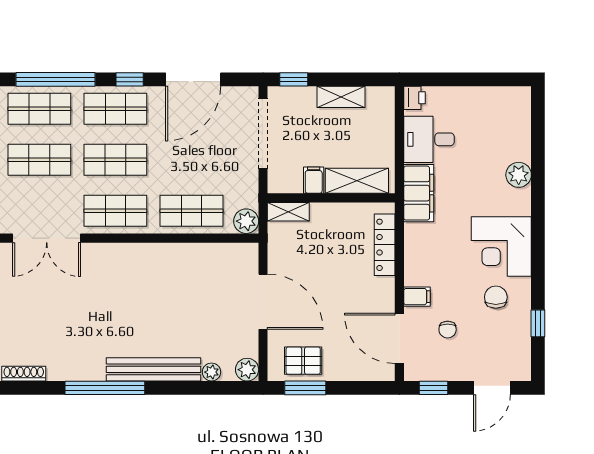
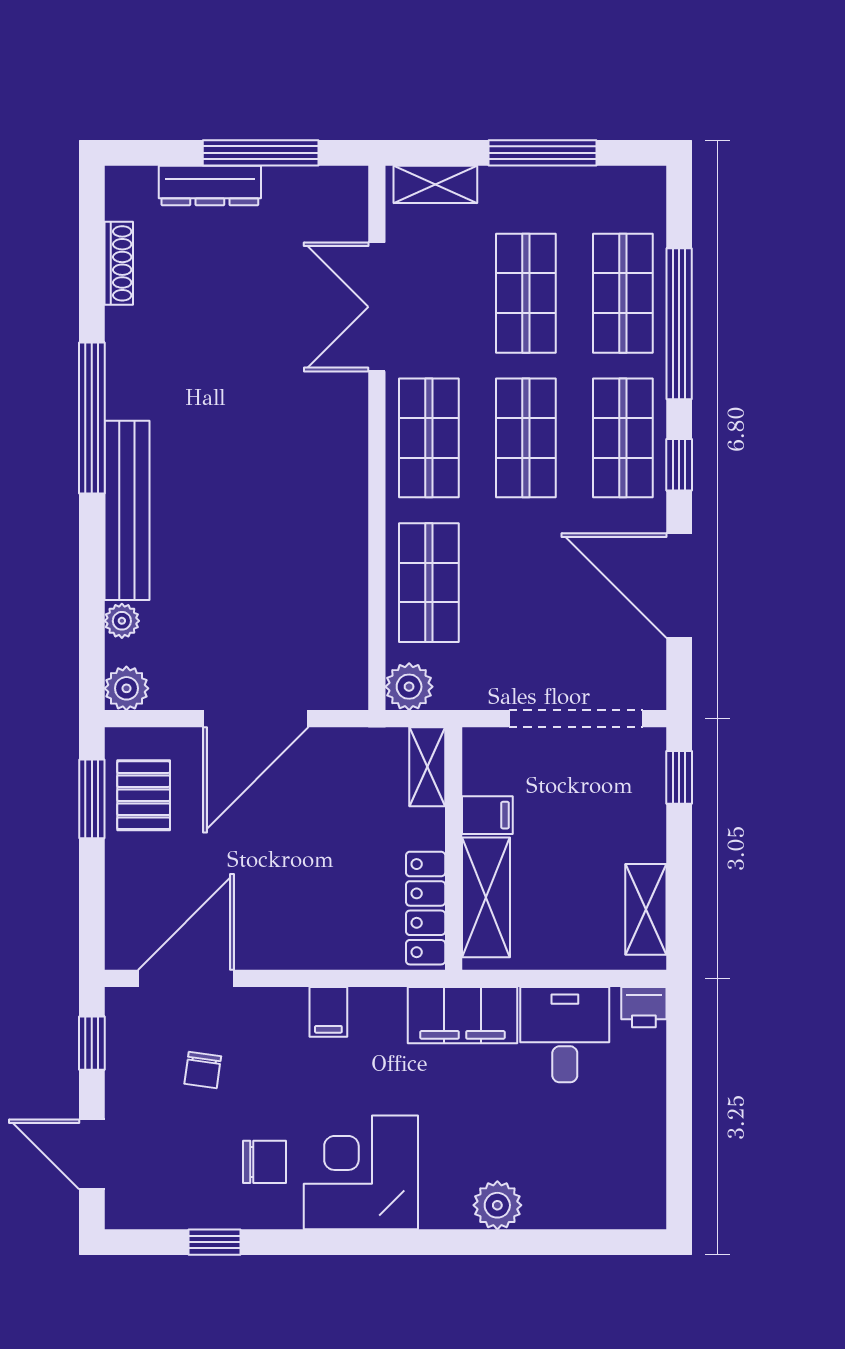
shelving: (341, 97) -> (646, 909), moved
locker: (385, 245) -> (426, 908), moved, turned -90
filing cabinet: (417, 297) -> (328, 1012), moved
chair: (448, 330) -> (203, 1070), turned -82

